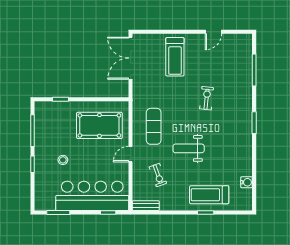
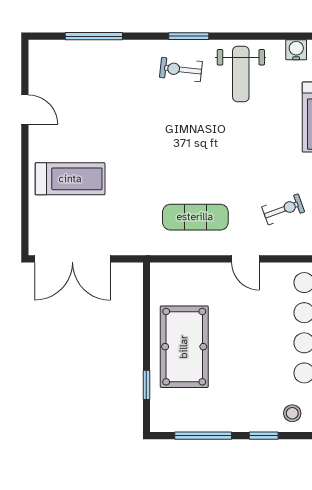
exercise bike: (207, 98) -> (181, 70), moved
pool table: (99, 125) -> (184, 347), moved
weight bench: (189, 148) -> (241, 74), moved
stool: (63, 160) -> (292, 413), moved

